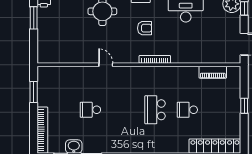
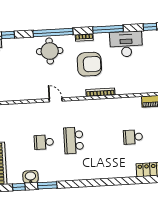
armchair: (145, 28) -> (89, 64), width x1.88, depth x1.88
school desk: (155, 110) -> (74, 140), moved

